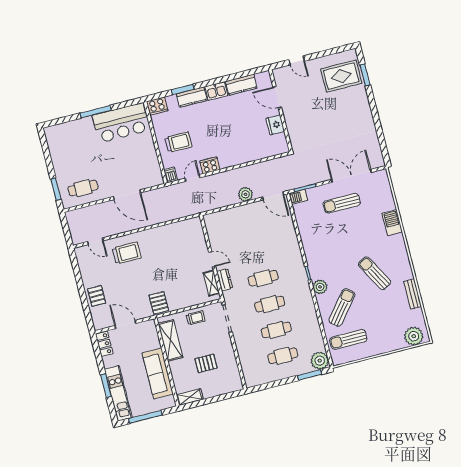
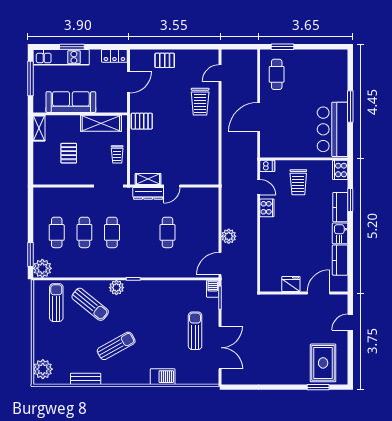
cafe table: (263, 278) -> (167, 232), moved
dresser: (225, 280) -> (148, 193), width x1.44

